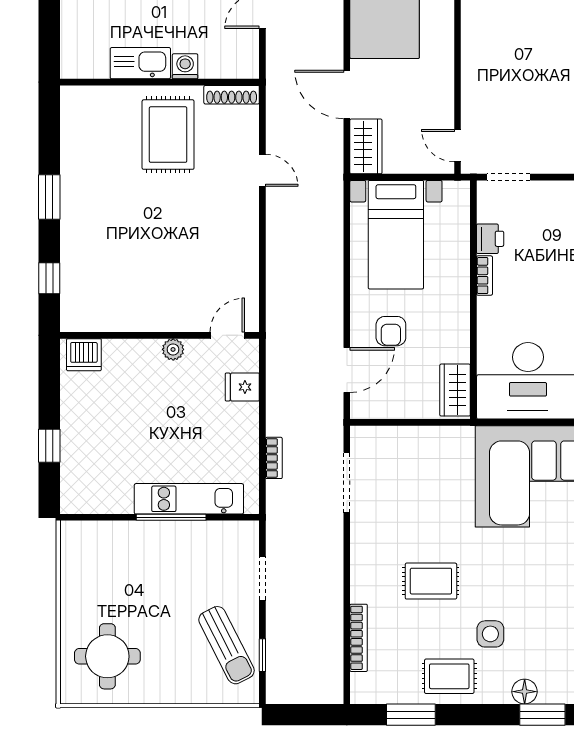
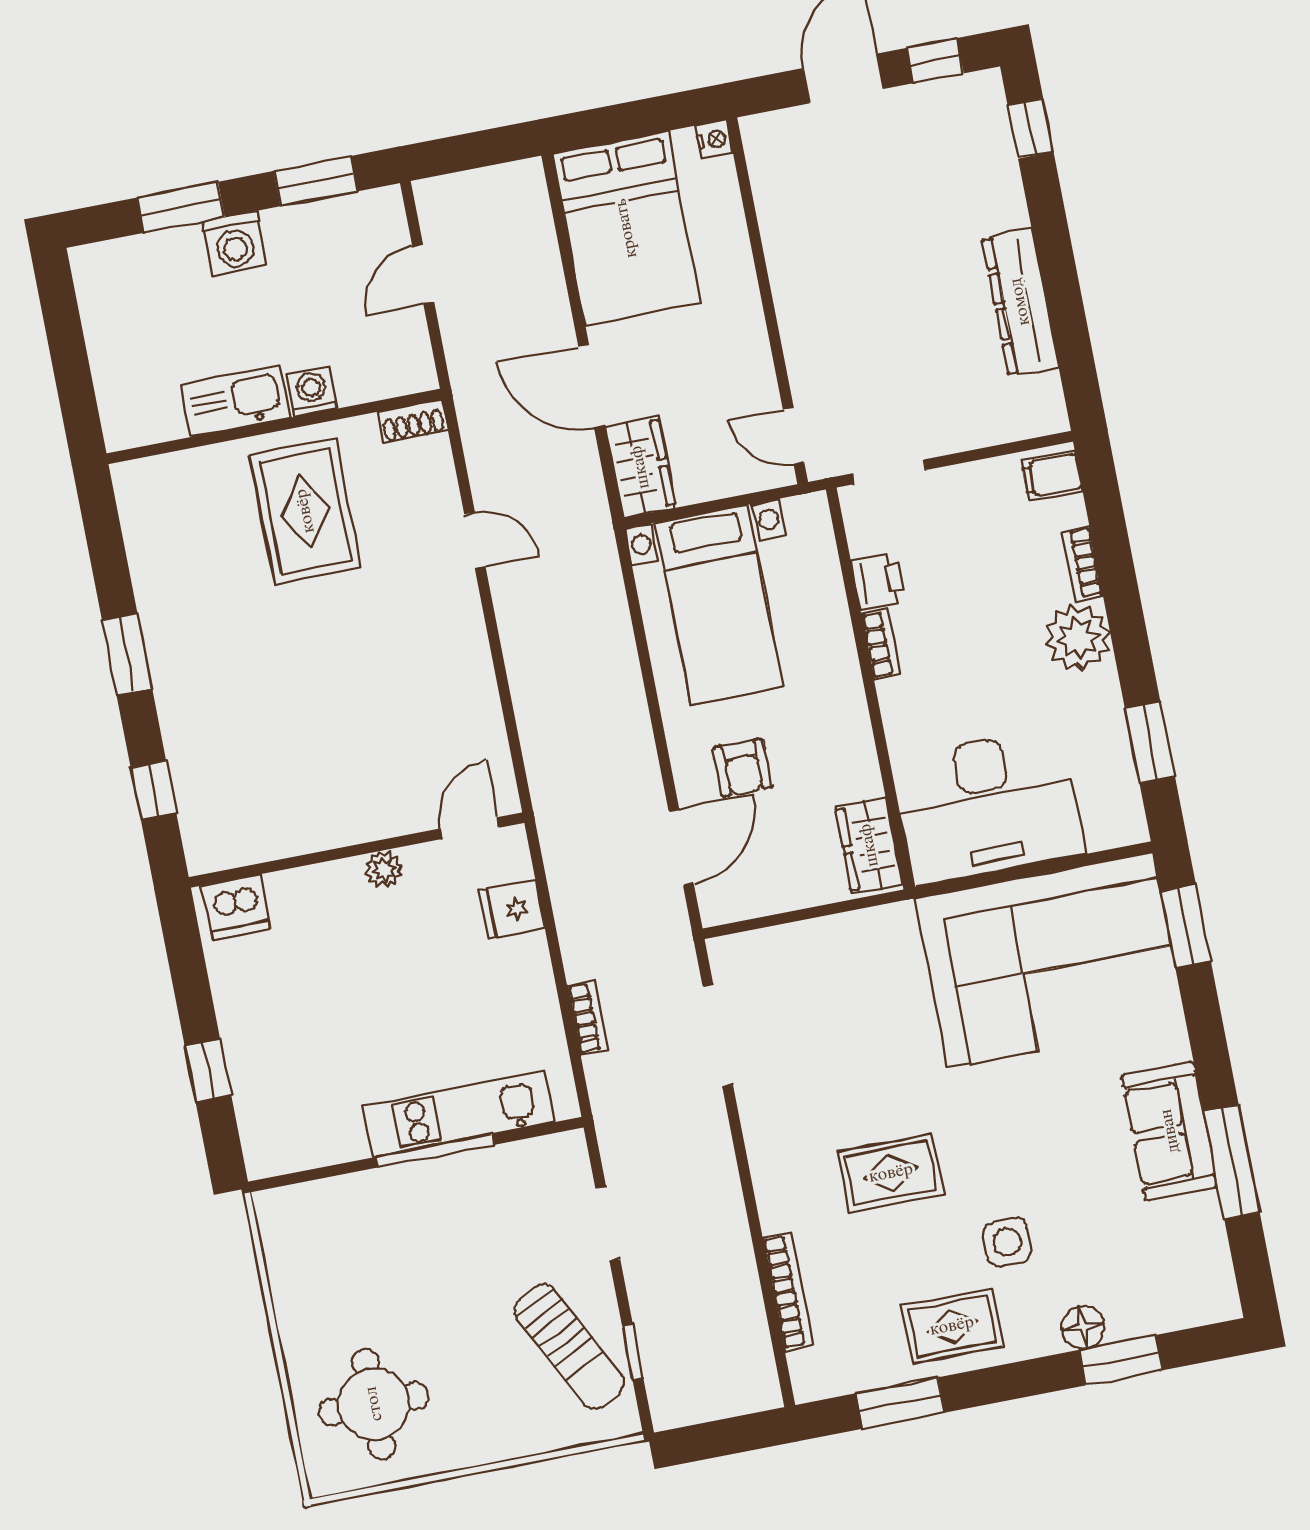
shoe rack: (232, 95) -> (413, 421), width x0.70

